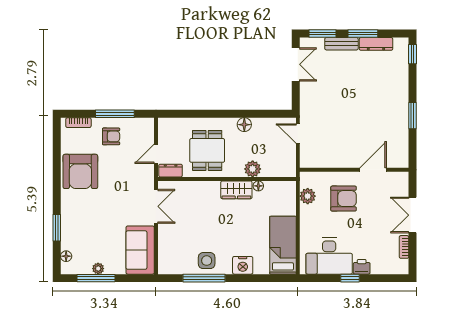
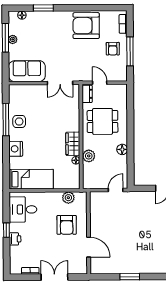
desk: (329, 256) -> (23, 209), width x0.73

